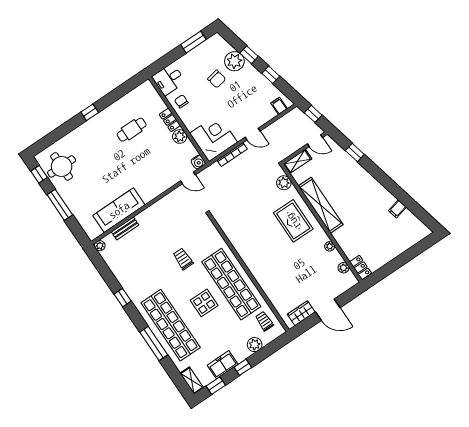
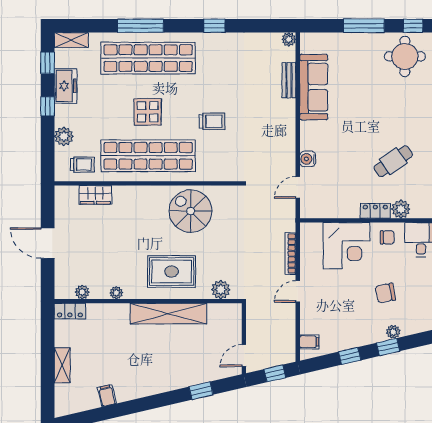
plant: (234, 61) -> (393, 332), width x0.53, depth x0.53
cafe table: (132, 130) -> (393, 161), turned 56
plant: (180, 136) -> (401, 209), moved
corner desk: (214, 138) -> (347, 246), moved
shelving: (298, 161) -> (62, 365), moved
water cooler: (198, 162) -> (308, 159), moved
spiral stairs: (248, 234) -> (191, 211), added
door: (328, 310) -> (48, 243), hinge flipped
wardrobe: (301, 313) -> (95, 195), moved, turned 90

